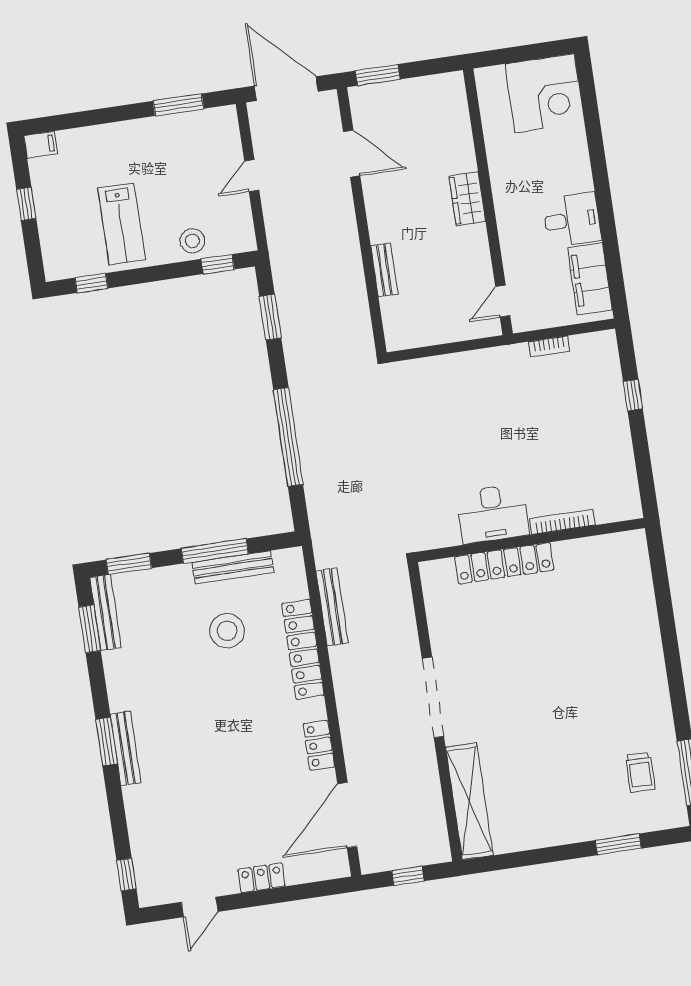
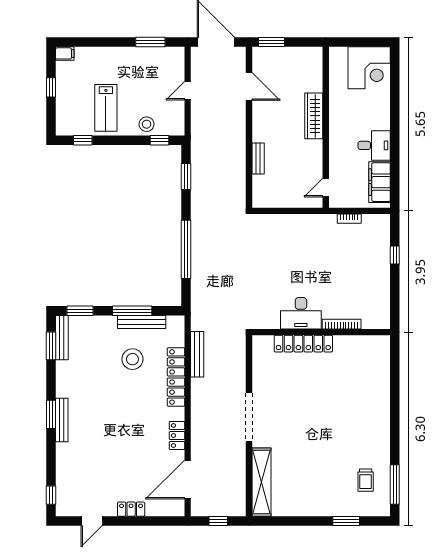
wardrobe: (467, 199) -> (314, 116), width x1.50

